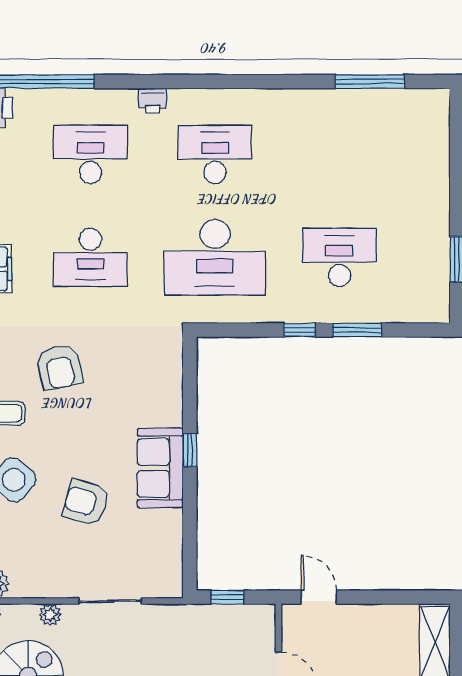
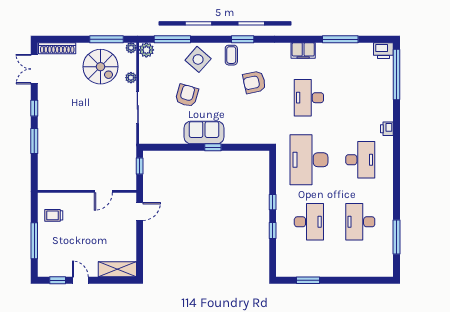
desk: (90, 154) -> (360, 222), moved, turned 180
window: (357, 330) -> (273, 231), width x0.67

